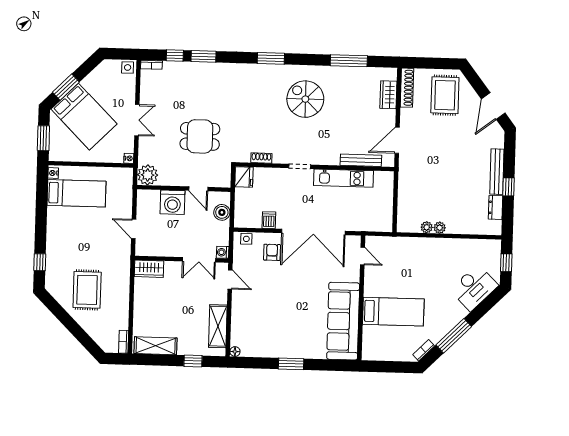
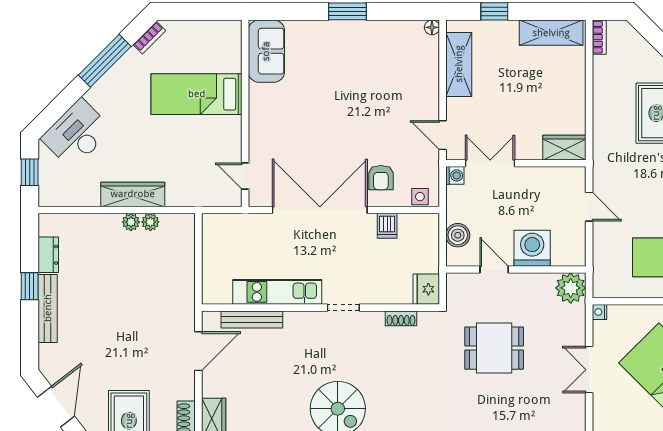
wardrobe: (438, 246) -> (133, 194), added
sofa: (343, 321) -> (266, 51), width x0.54, depth x0.79

